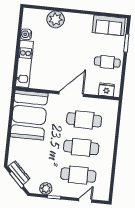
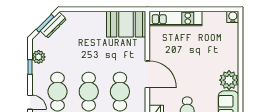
plant: (56, 19) -> (229, 80), moved
water cooler: (26, 34) -> (233, 17), moved
booth: (29, 115) -> (126, 24), width x0.73, depth x0.70

